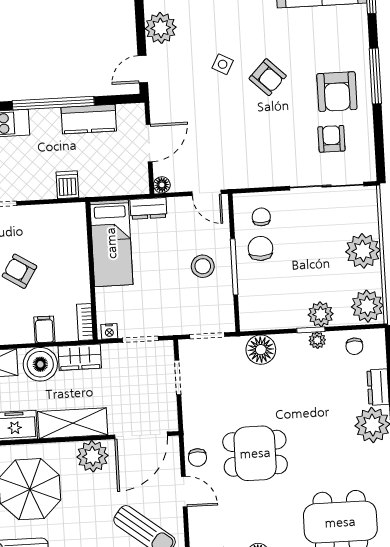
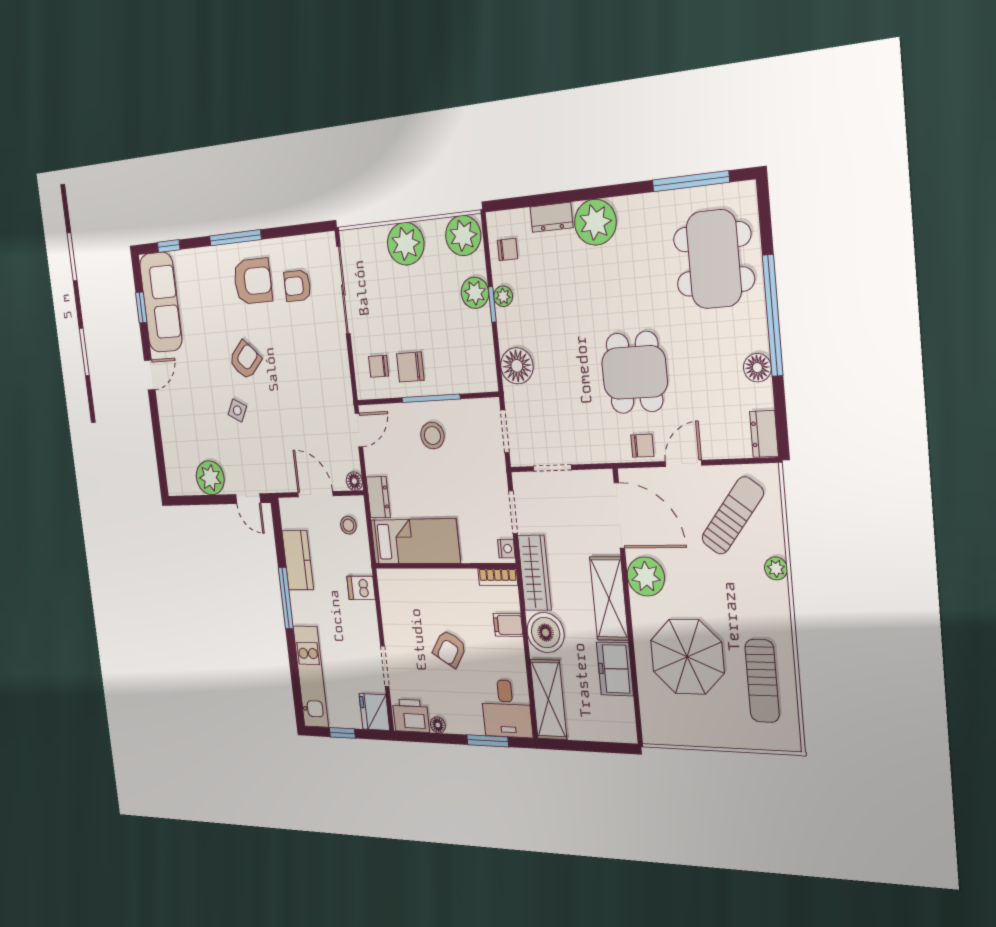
window: (53, 103) -> (286, 598), width x0.68
stool: (123, 176) -> (348, 525), added
wardrobe: (80, 357) -> (534, 573), width x1.50

